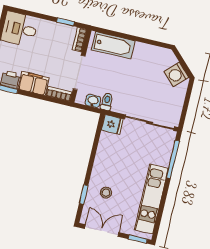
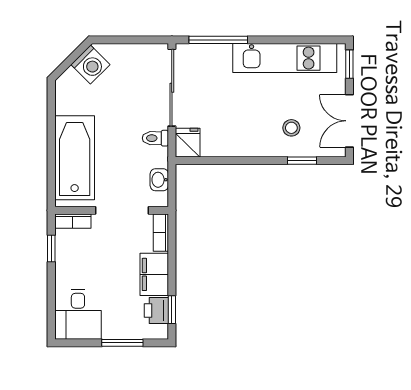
bathtub: (113, 45) -> (75, 158), width x1.36, depth x1.36
toilet: (107, 102) -> (155, 138), moved

